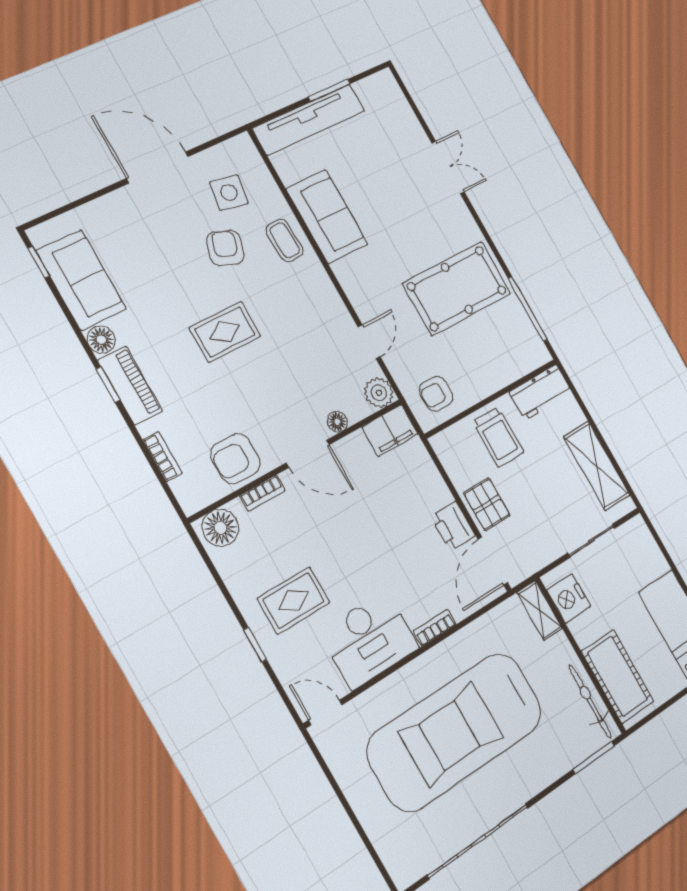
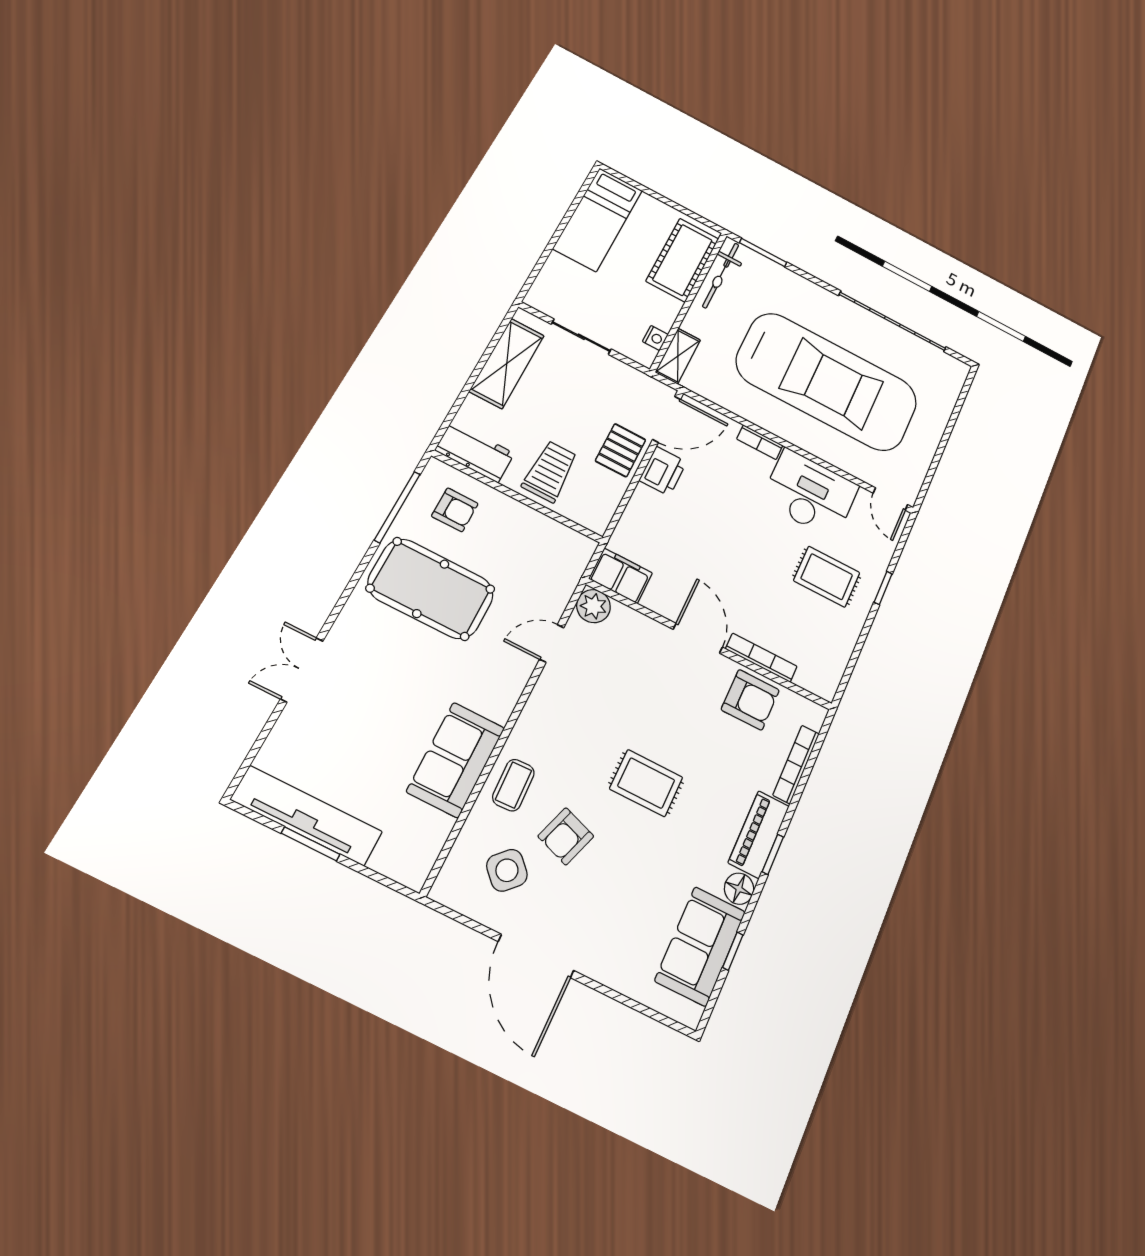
tv unit: (309, 120) -> (307, 816), moved
side table: (229, 193) -> (507, 870), turned 35
window: (39, 262) -> (733, 951), moved
armchair: (436, 394) -> (455, 510), moved
floor lamp: (337, 422) -> (649, 629), removed
bookcase: (163, 457) -> (796, 764), width x1.56
bookcase: (262, 493) -> (761, 658), width x1.56
floor lamp: (220, 528) -> (816, 676), removed
nightstand: (569, 598) -> (655, 338), width x0.53, depth x0.56

